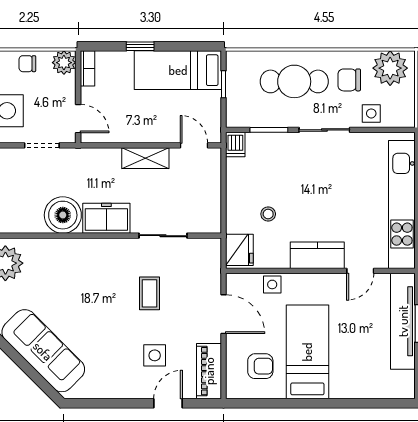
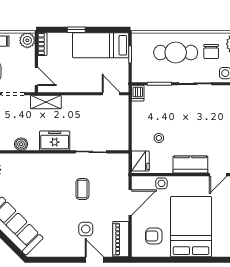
chair: (349, 80) -> (211, 51), turned -90
shelving: (145, 158) -> (46, 102), moved
boiler: (63, 215) -> (21, 144), width x0.54, depth x0.54
door: (224, 314) -> (130, 202), hinge flipped
bed: (307, 352) -> (191, 227), width x1.50
armchair: (260, 366) -> (154, 236), turned 180
door: (168, 403) -> (94, 260), hinge flipped

